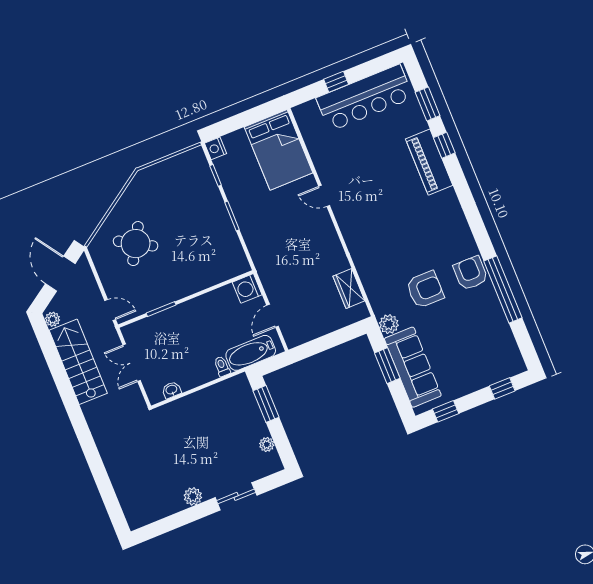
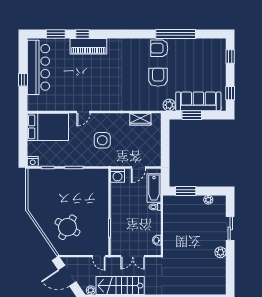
side table: (292, 243) -> (102, 140), added
door: (110, 310) -> (99, 256), swing flipped
door: (273, 316) -> (138, 168), hinge flipped

